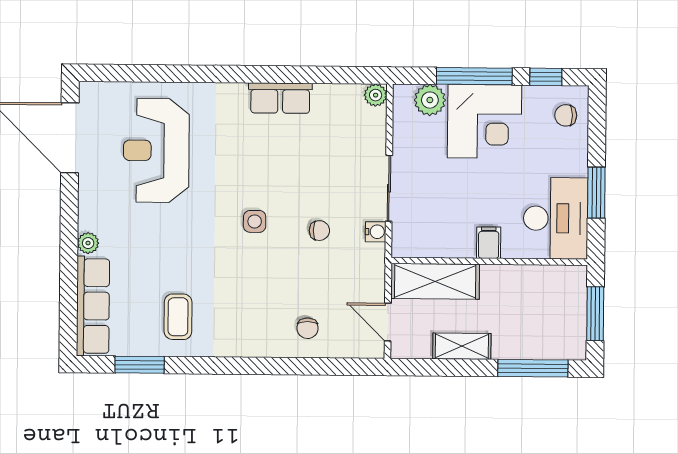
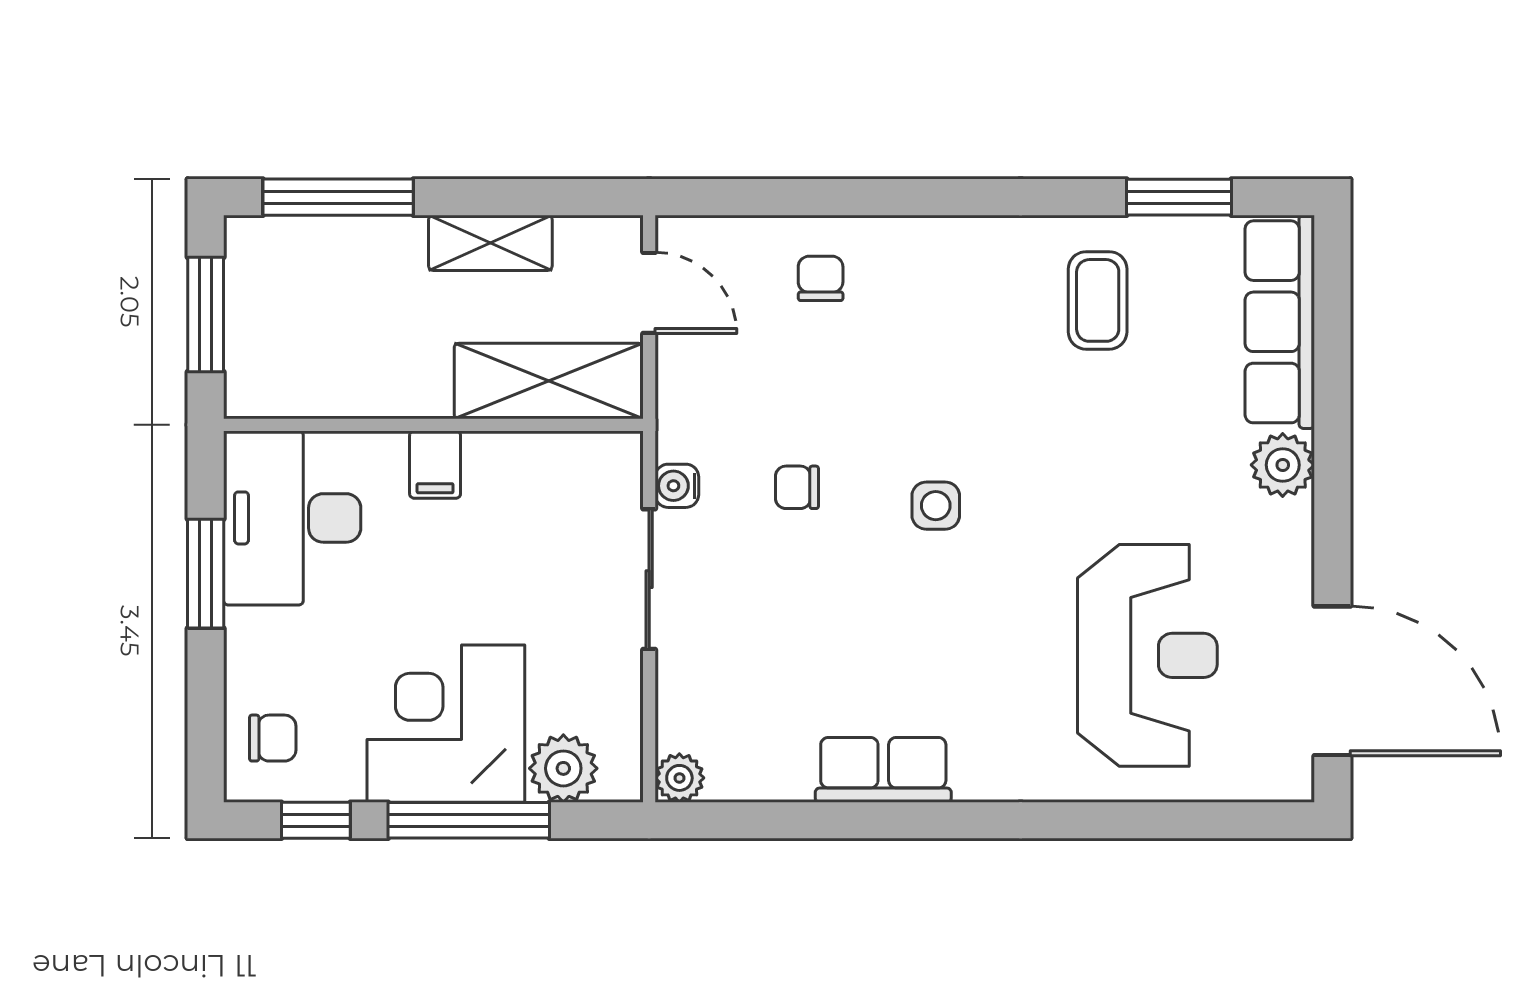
plant: (88, 243) -> (1283, 465), width x1.38, depth x1.38

